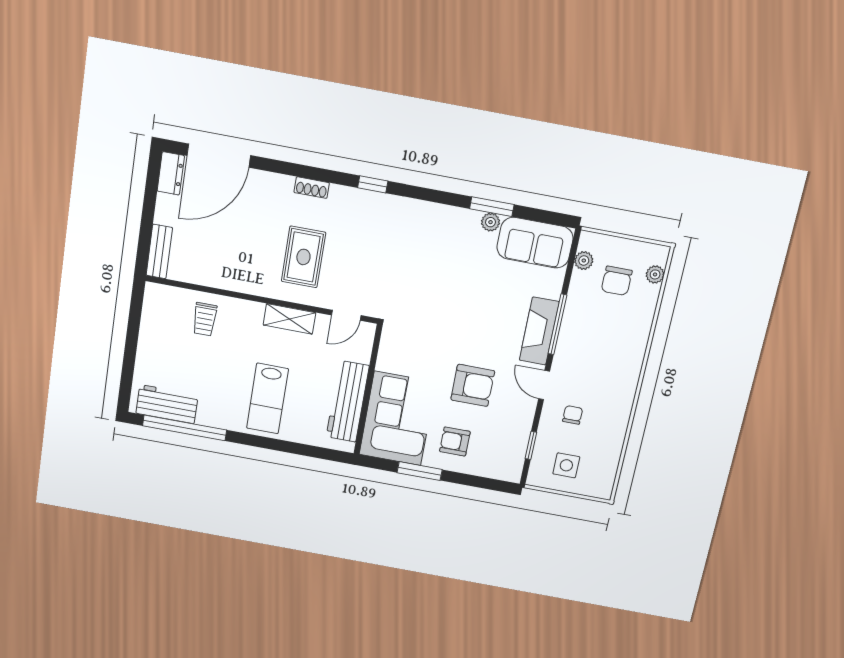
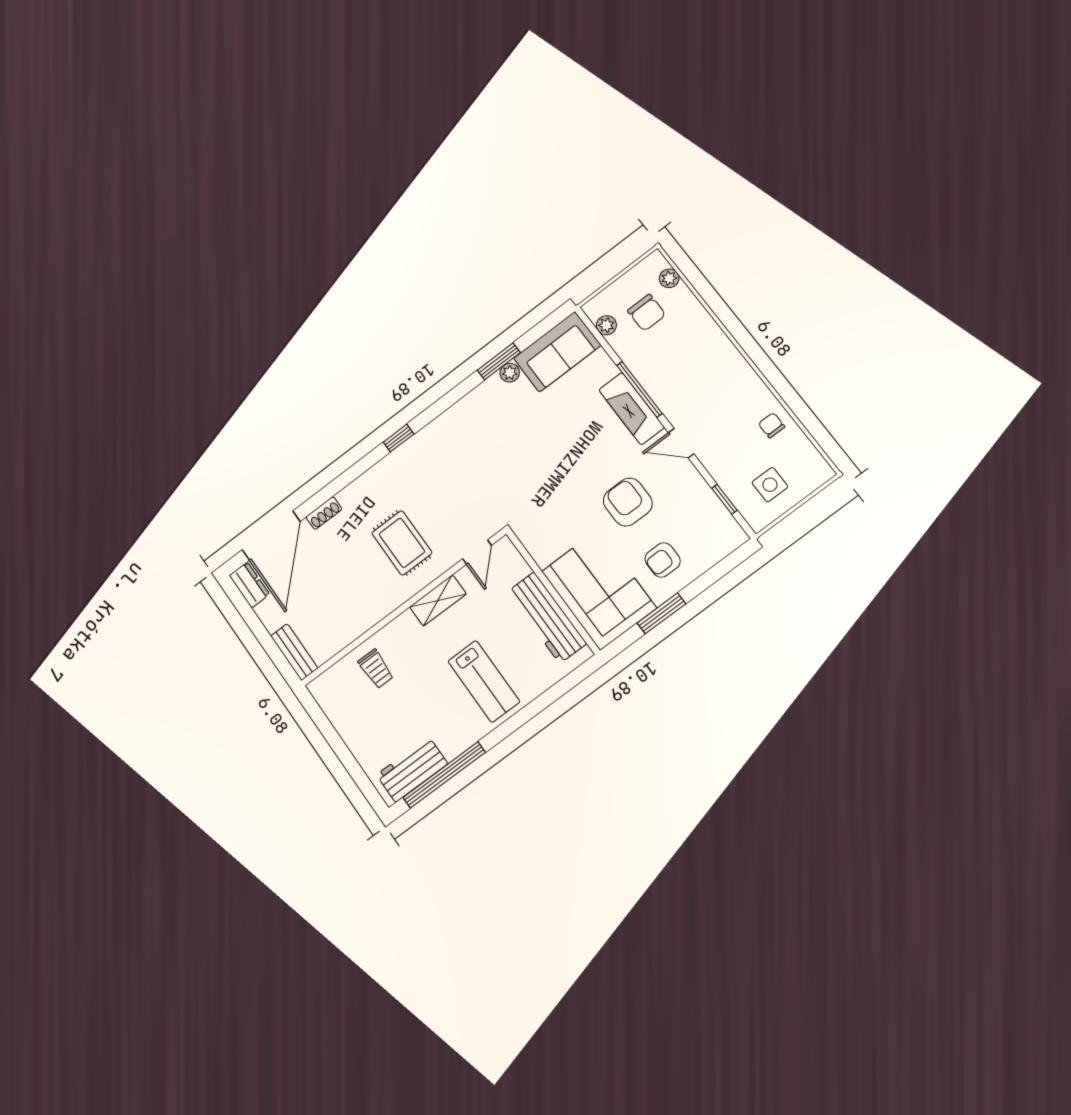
shoe rack: (312, 188) -> (324, 513), moved
armchair: (473, 385) -> (628, 502), turned -90
chair: (573, 415) -> (772, 425), moved

